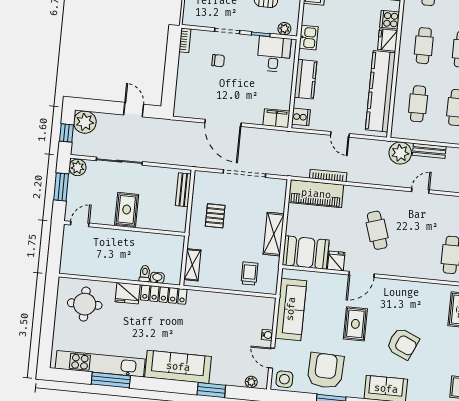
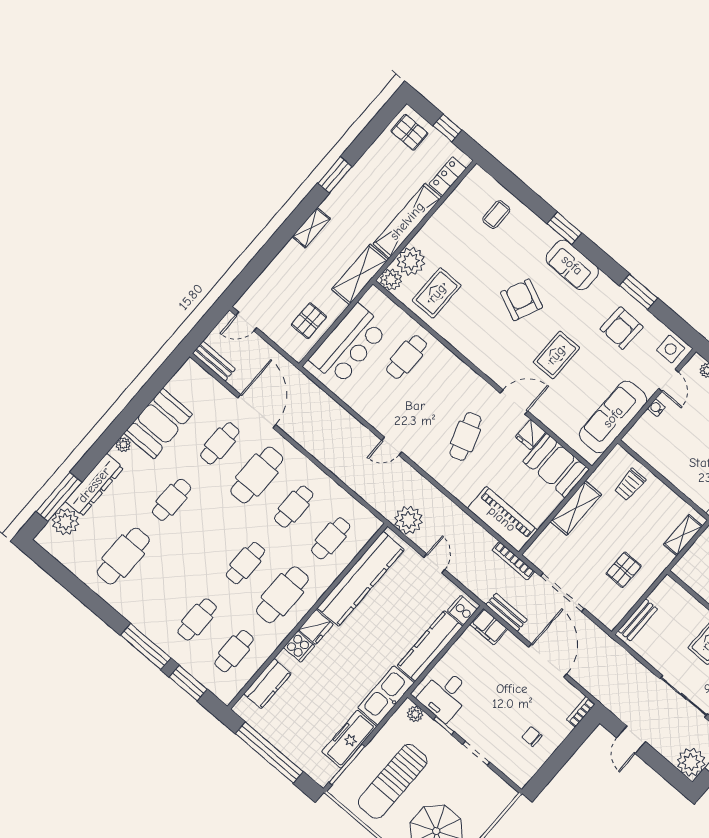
kitchen sink: (309, 38) -> (386, 695), width x1.87, depth x1.24
bookcase: (185, 40) -> (581, 712), moved
cafe table: (424, 46) -> (282, 595), width x1.37, depth x1.35
chair: (218, 61) -> (532, 737), moved
kitchen counter: (306, 79) -> (430, 646), width x1.50
bench: (429, 151) -> (506, 612), moved
plant: (400, 153) -> (408, 520), moved
bookcase: (328, 175) -> (513, 561), moved
armchair: (326, 371) -> (622, 328), width x0.73, depth x0.73

